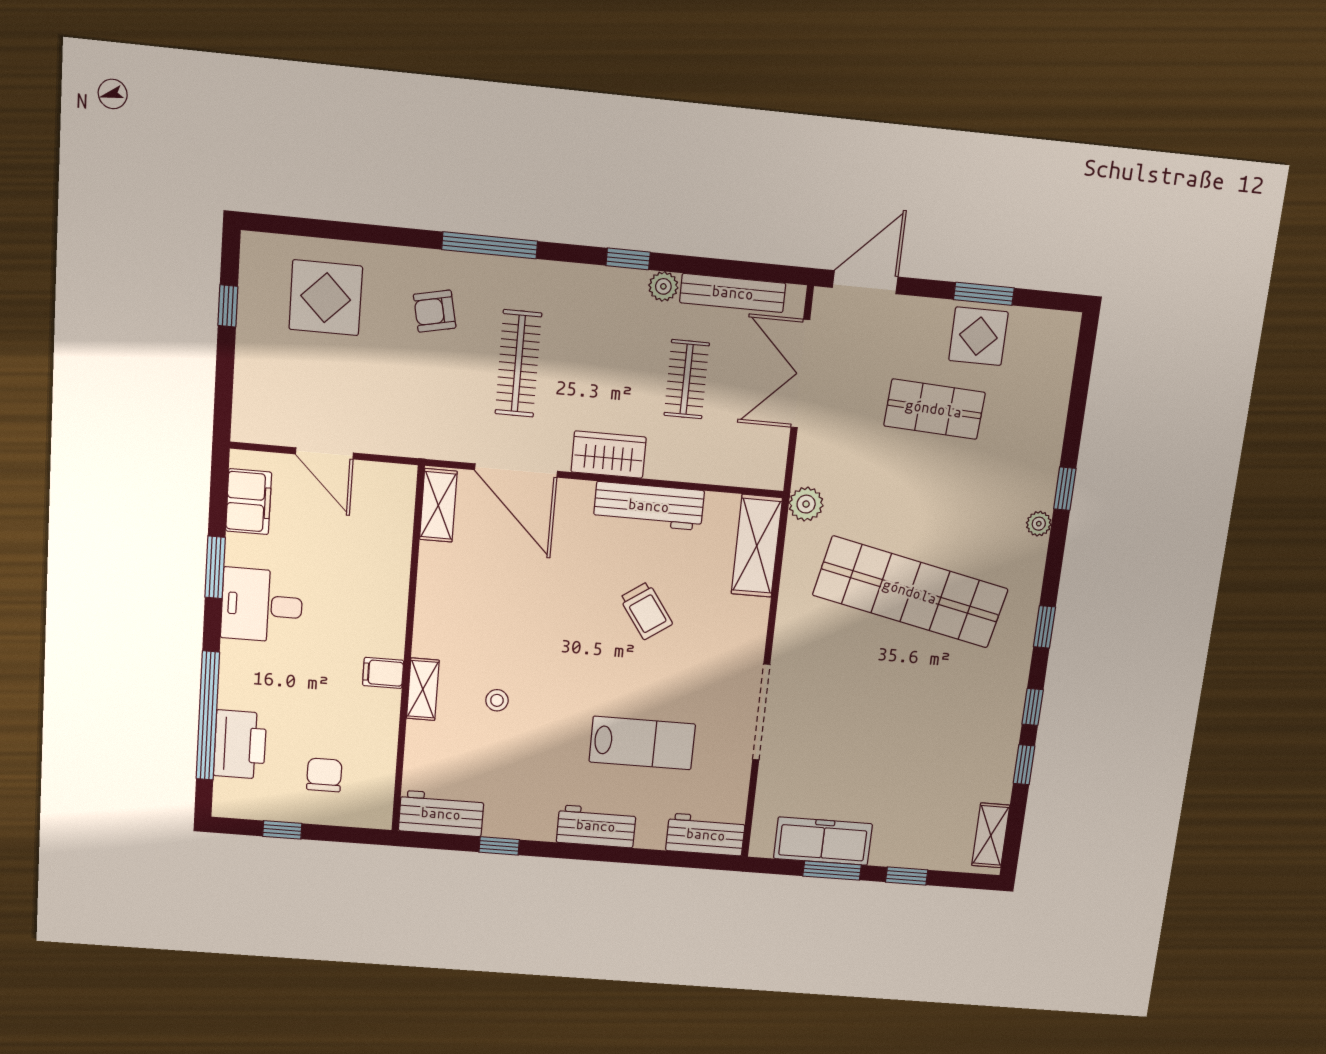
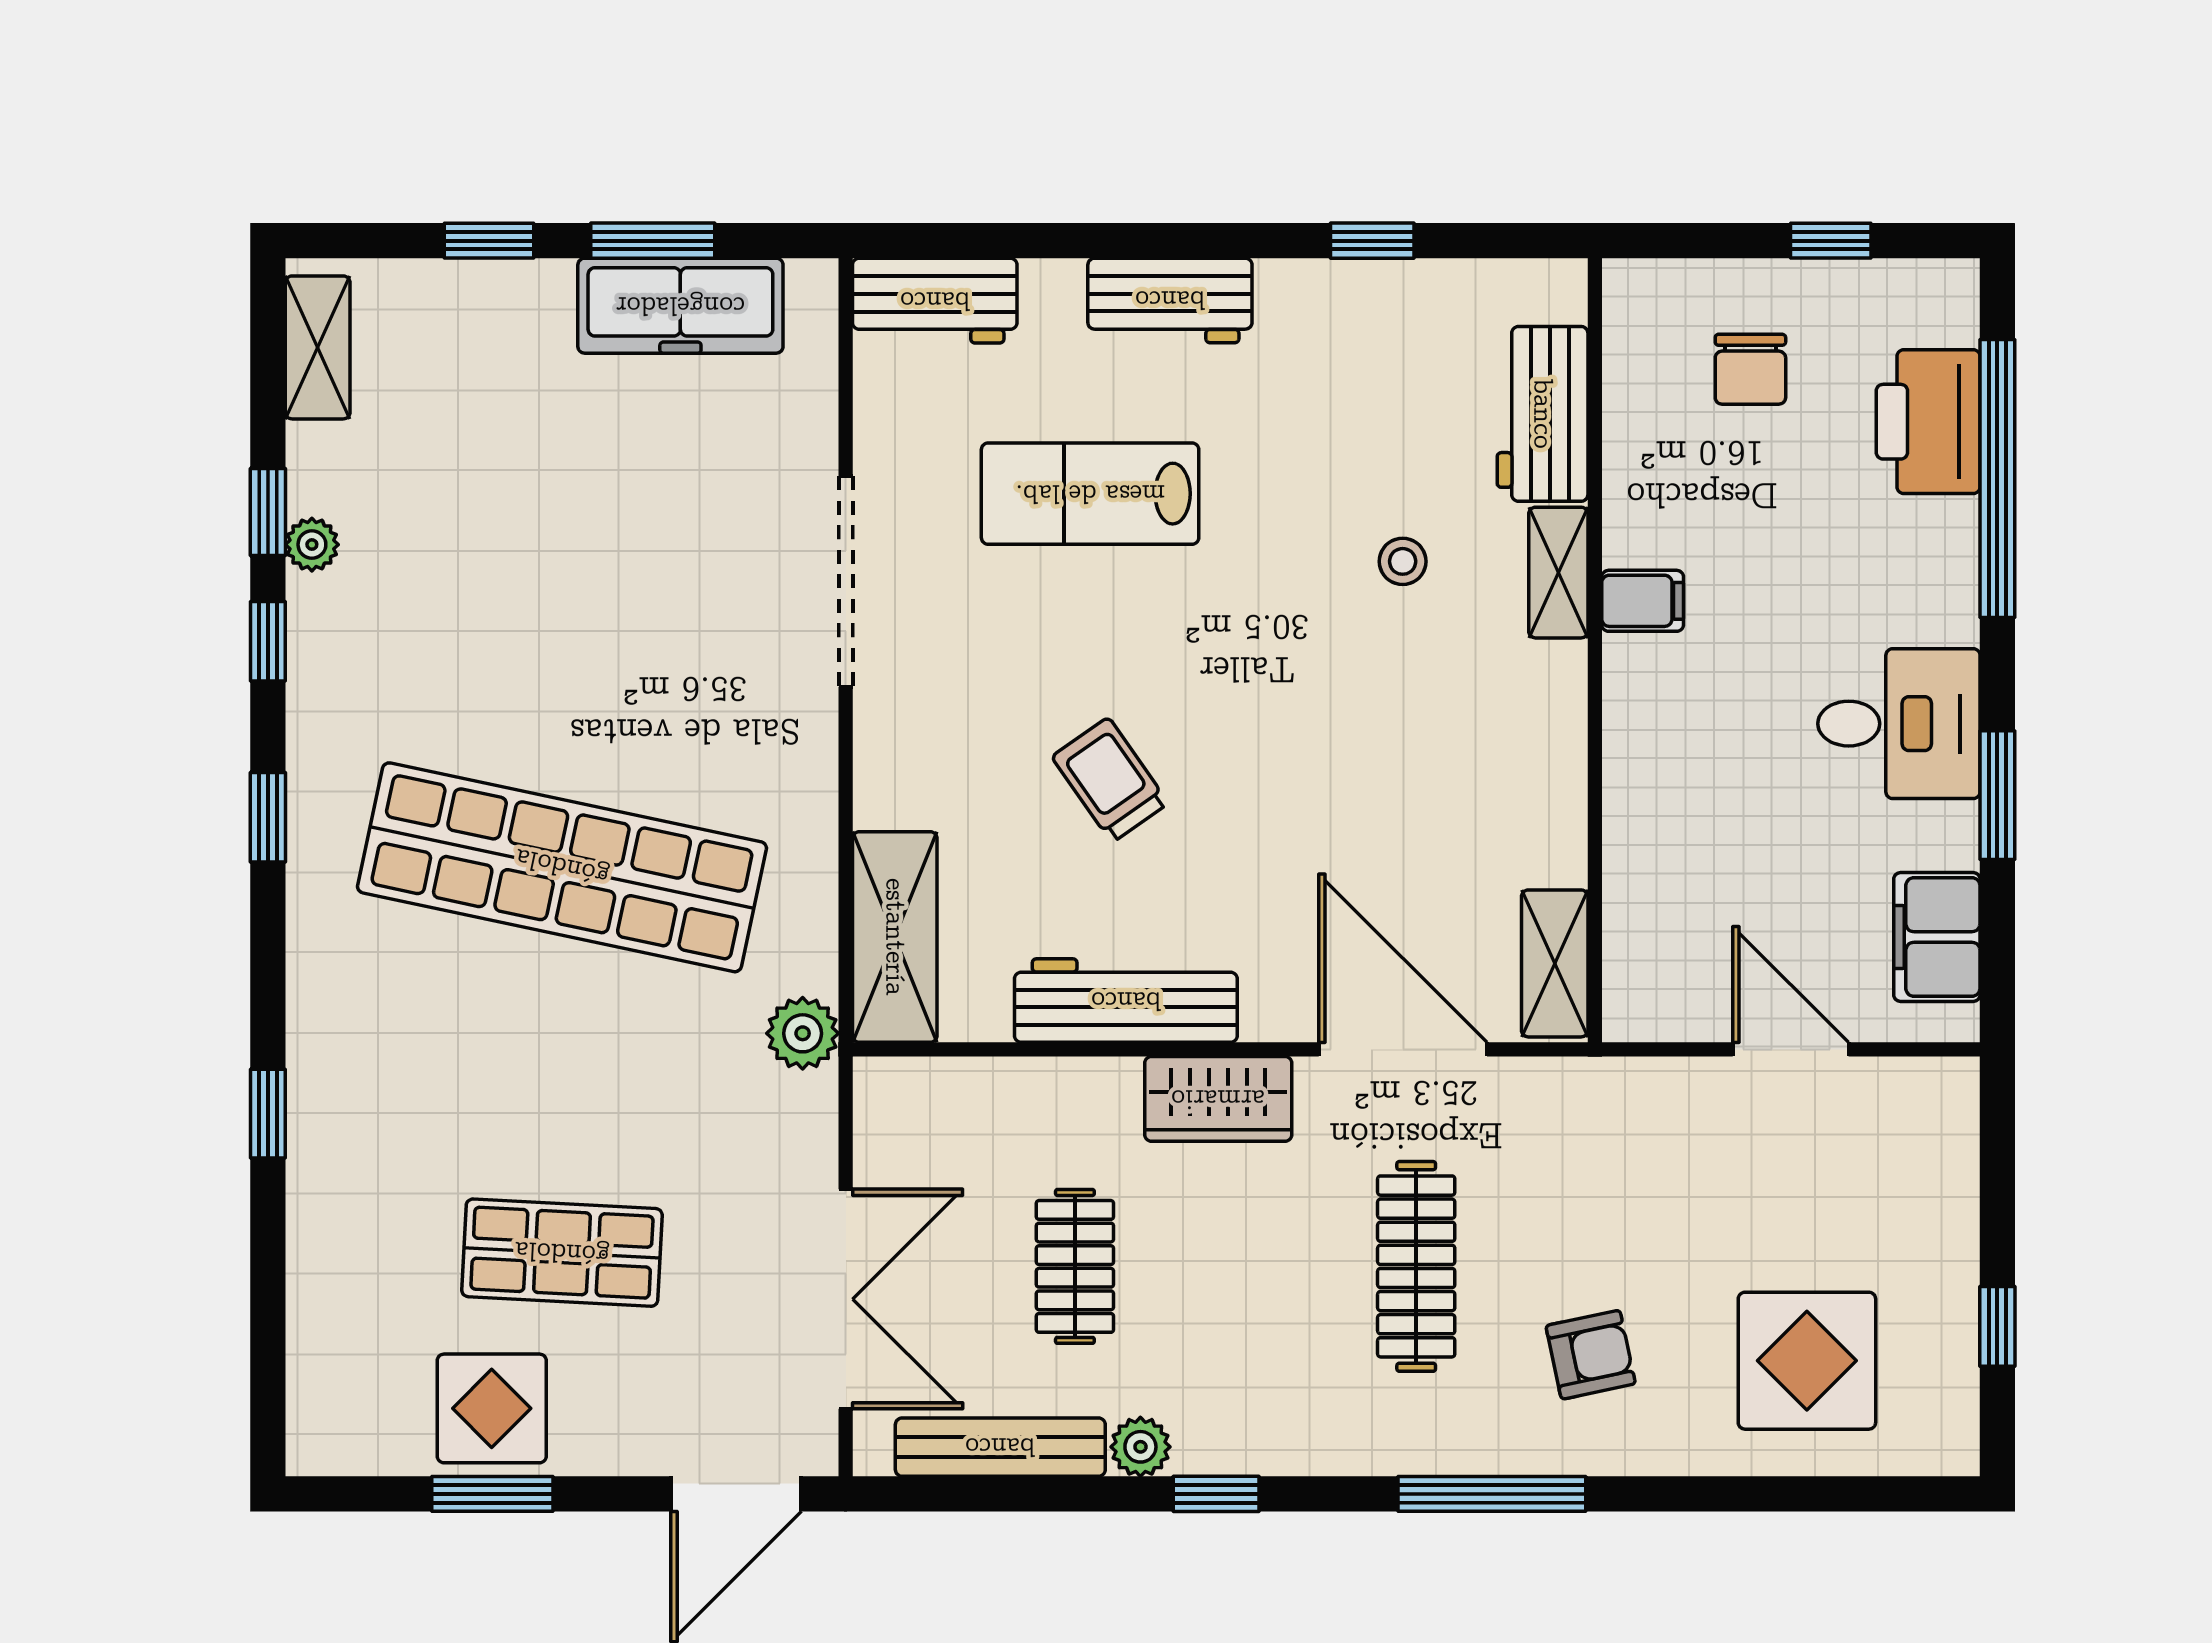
plant: (1039, 524) -> (312, 545), moved
workbench: (441, 814) -> (1543, 414), moved, turned 90

